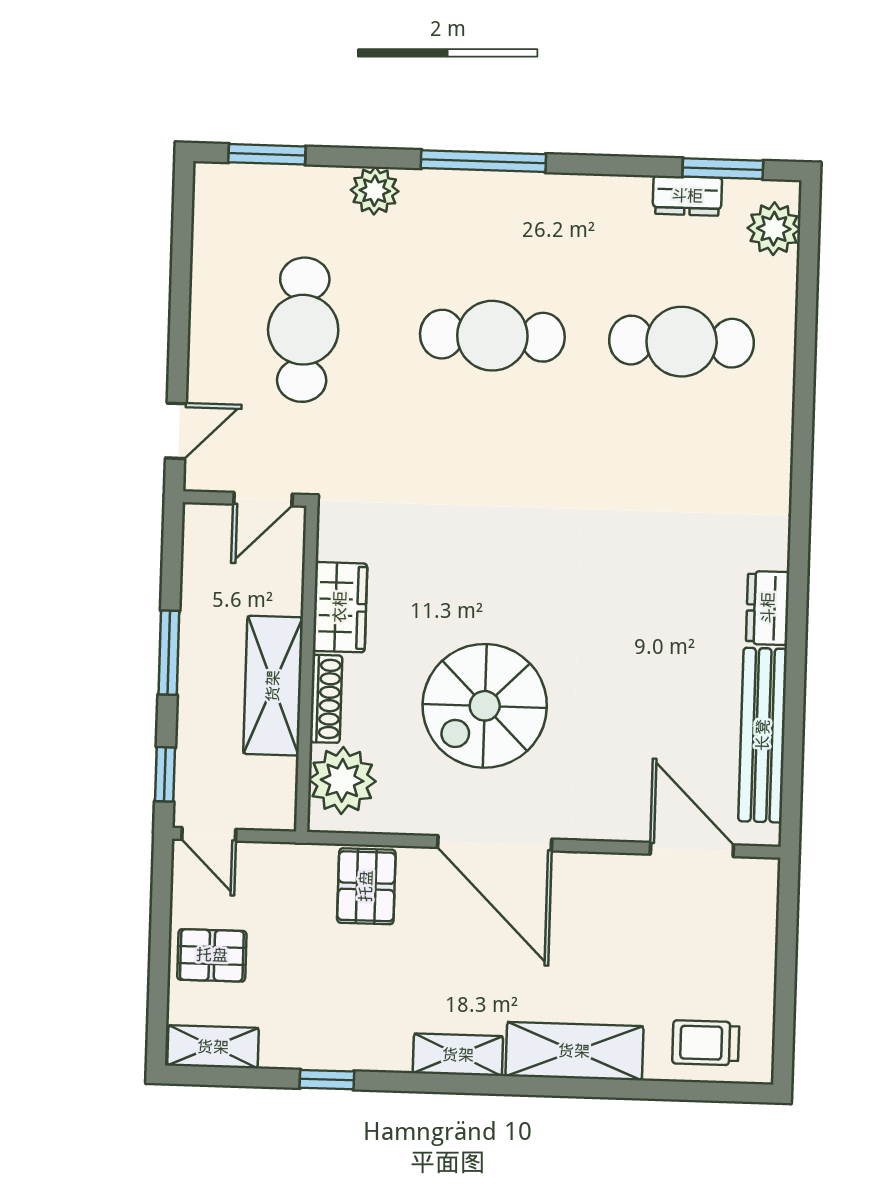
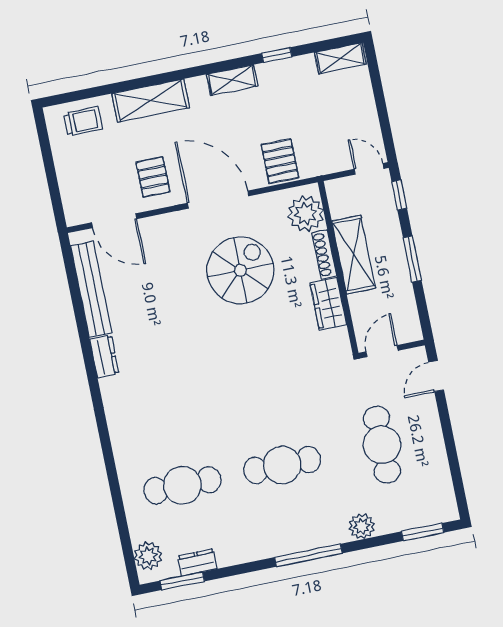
pallet: (212, 955) -> (153, 177), moved, turned 90
shelving: (458, 1055) -> (232, 80), moved

